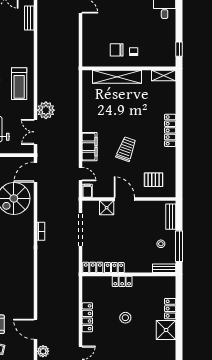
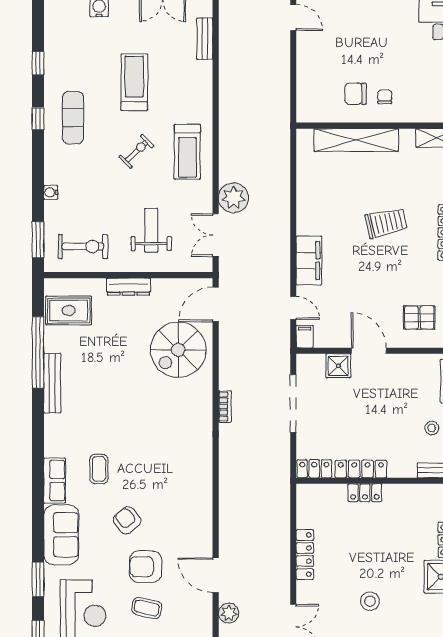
trolley: (126, 149) -> (386, 223), moved, turned 57
locker: (114, 268) -> (361, 469), width x1.53
stool: (125, 318) -> (370, 601), moved

